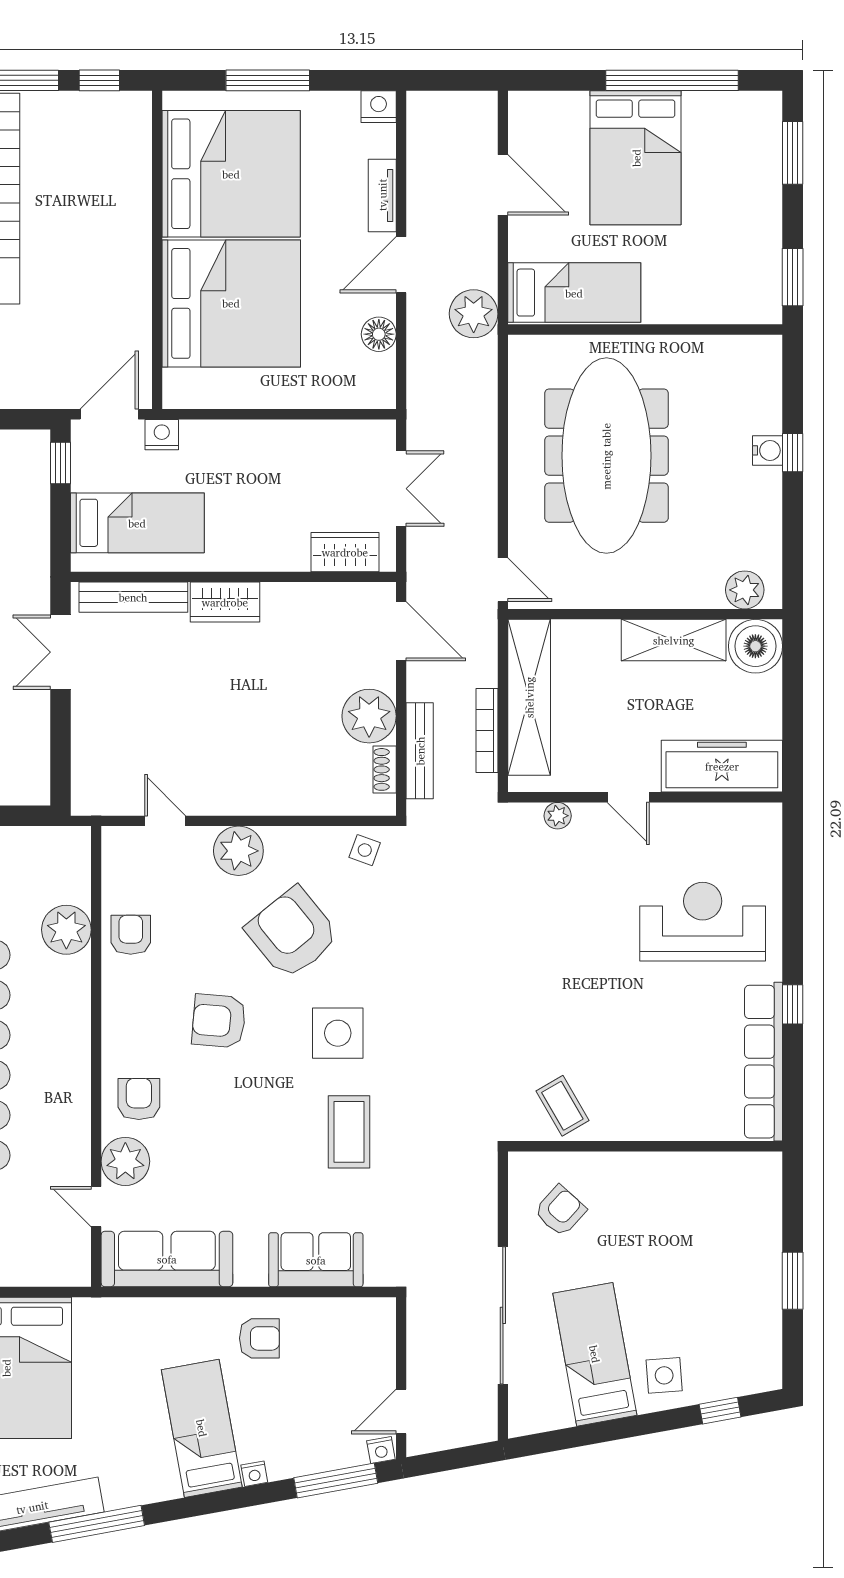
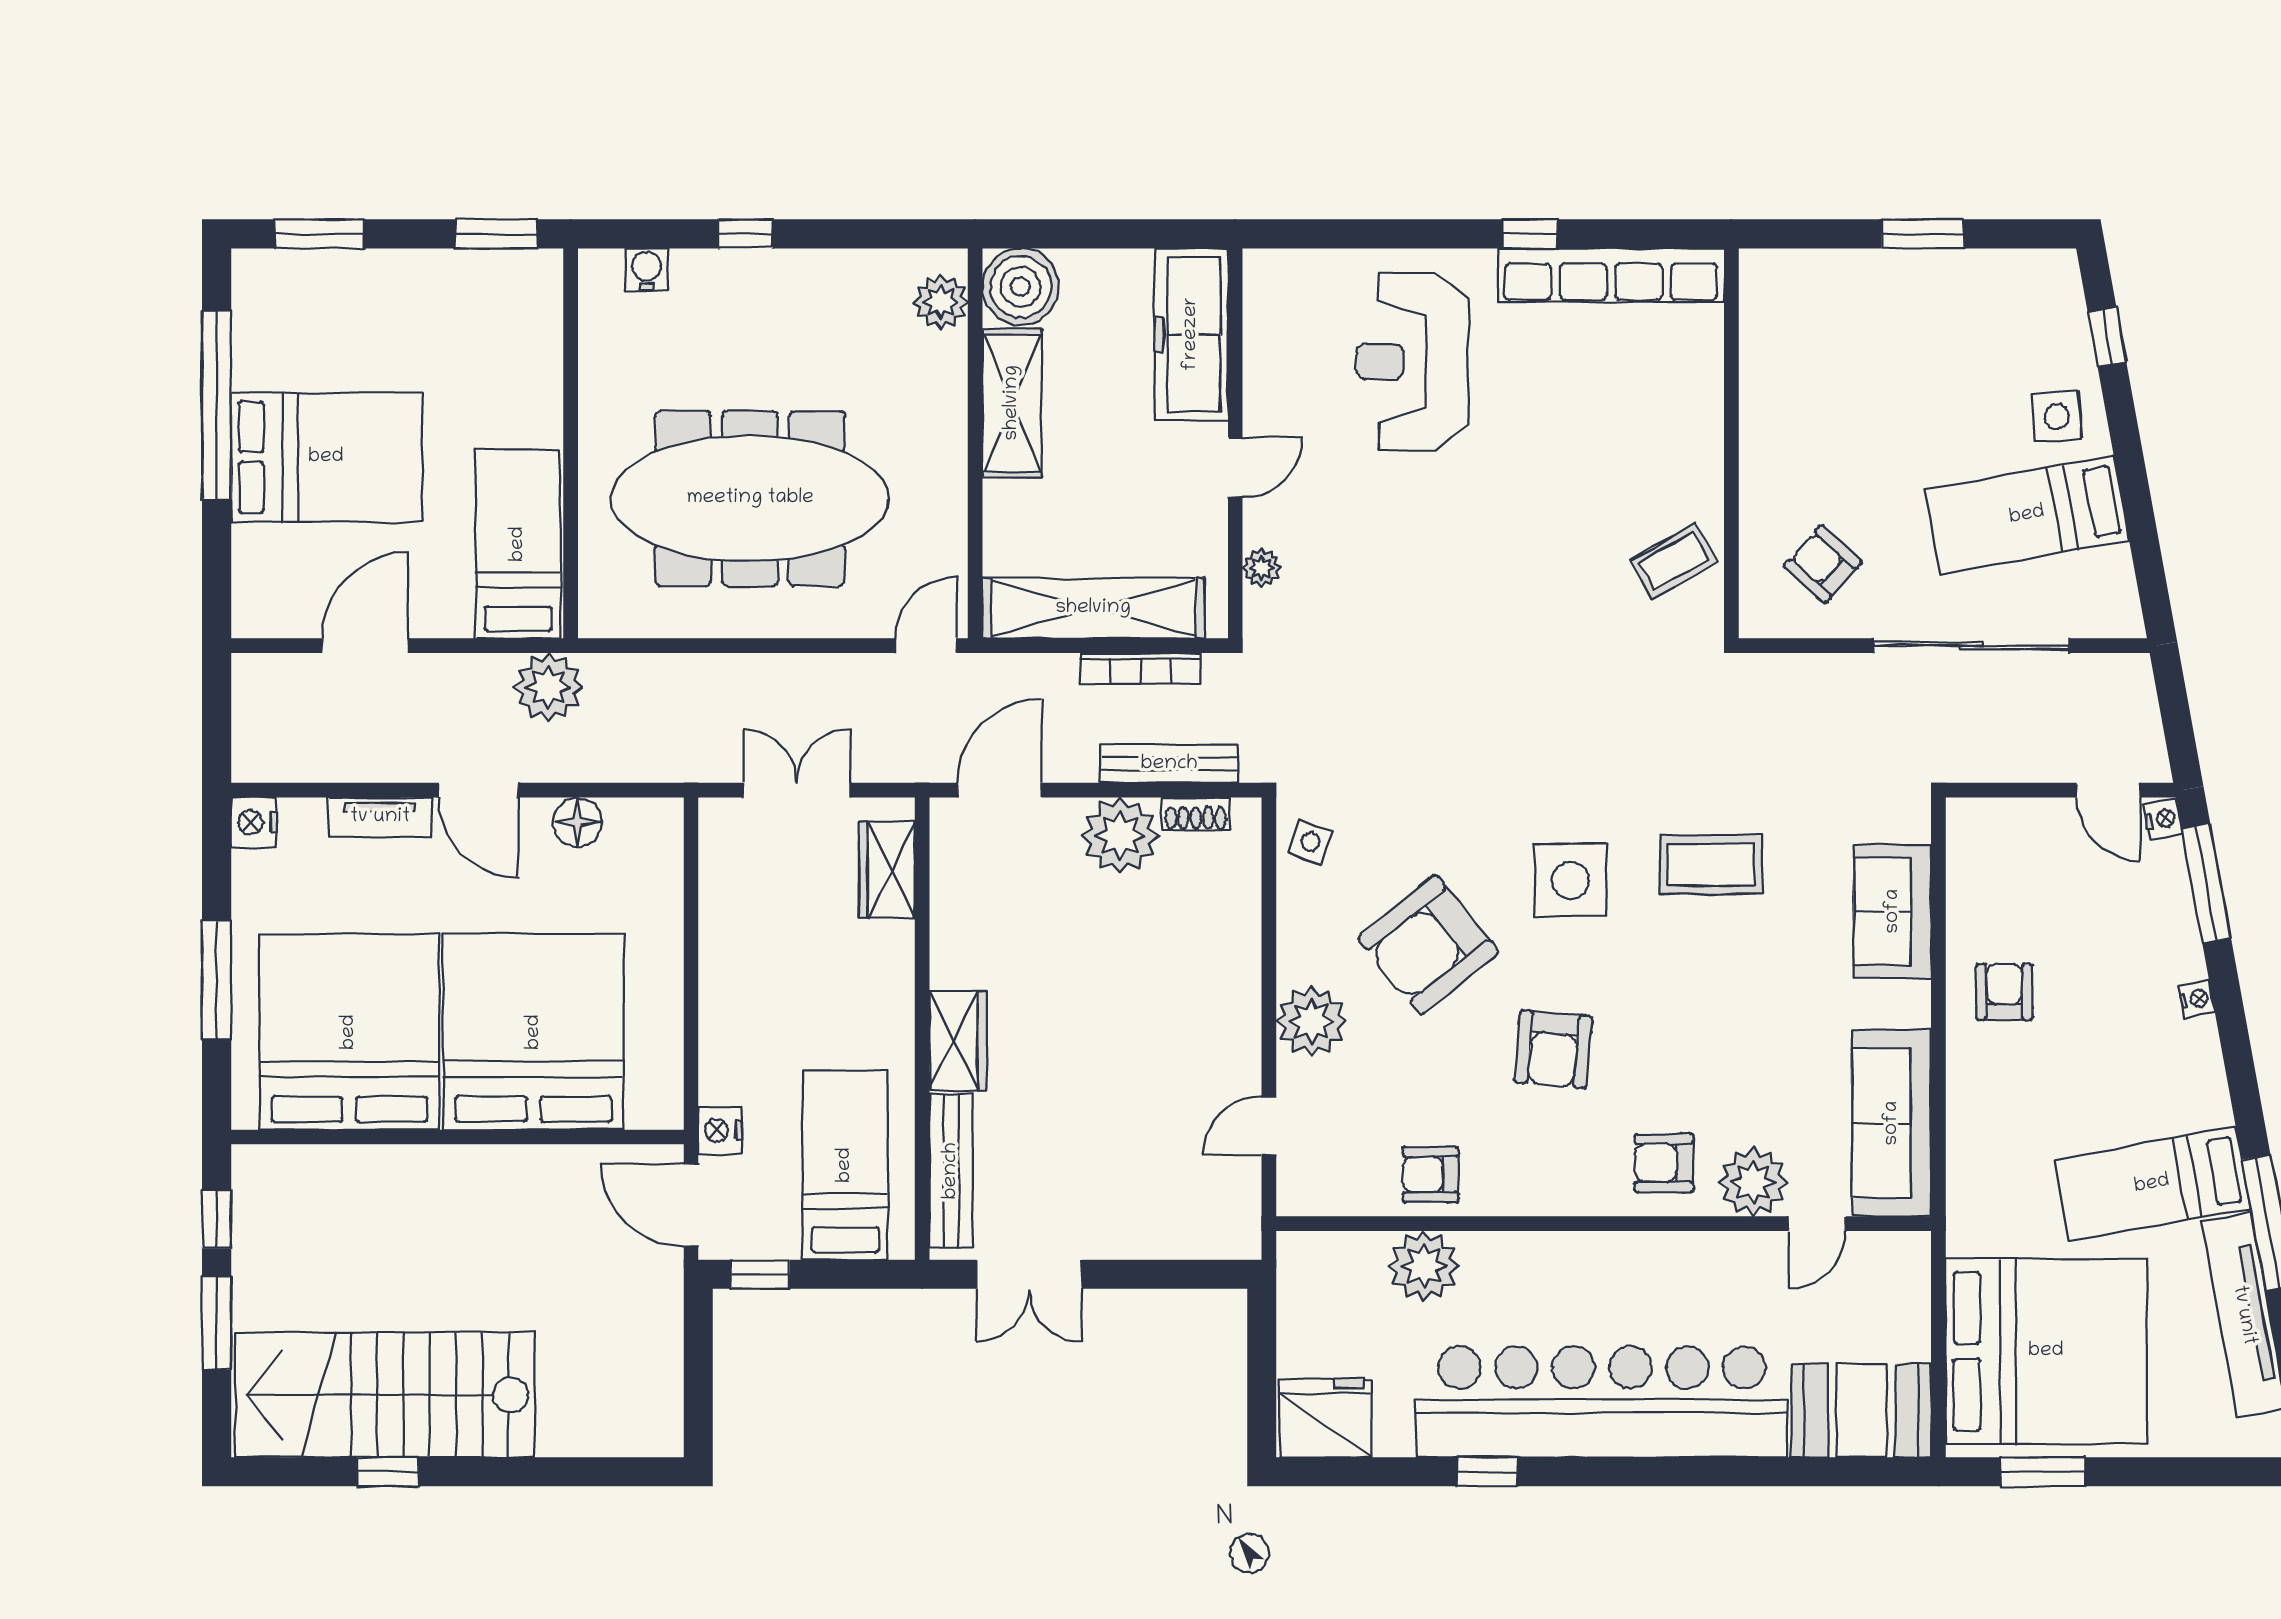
water cooler: (768, 450) -> (647, 269), moved
bed: (202, 1428) -> (2152, 1184), moved

